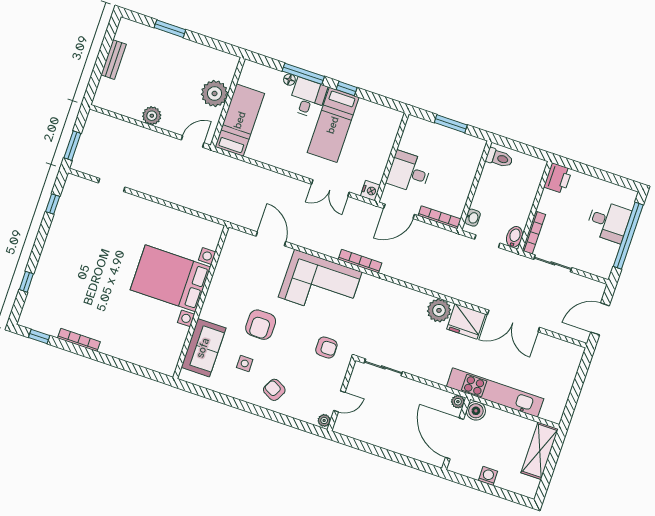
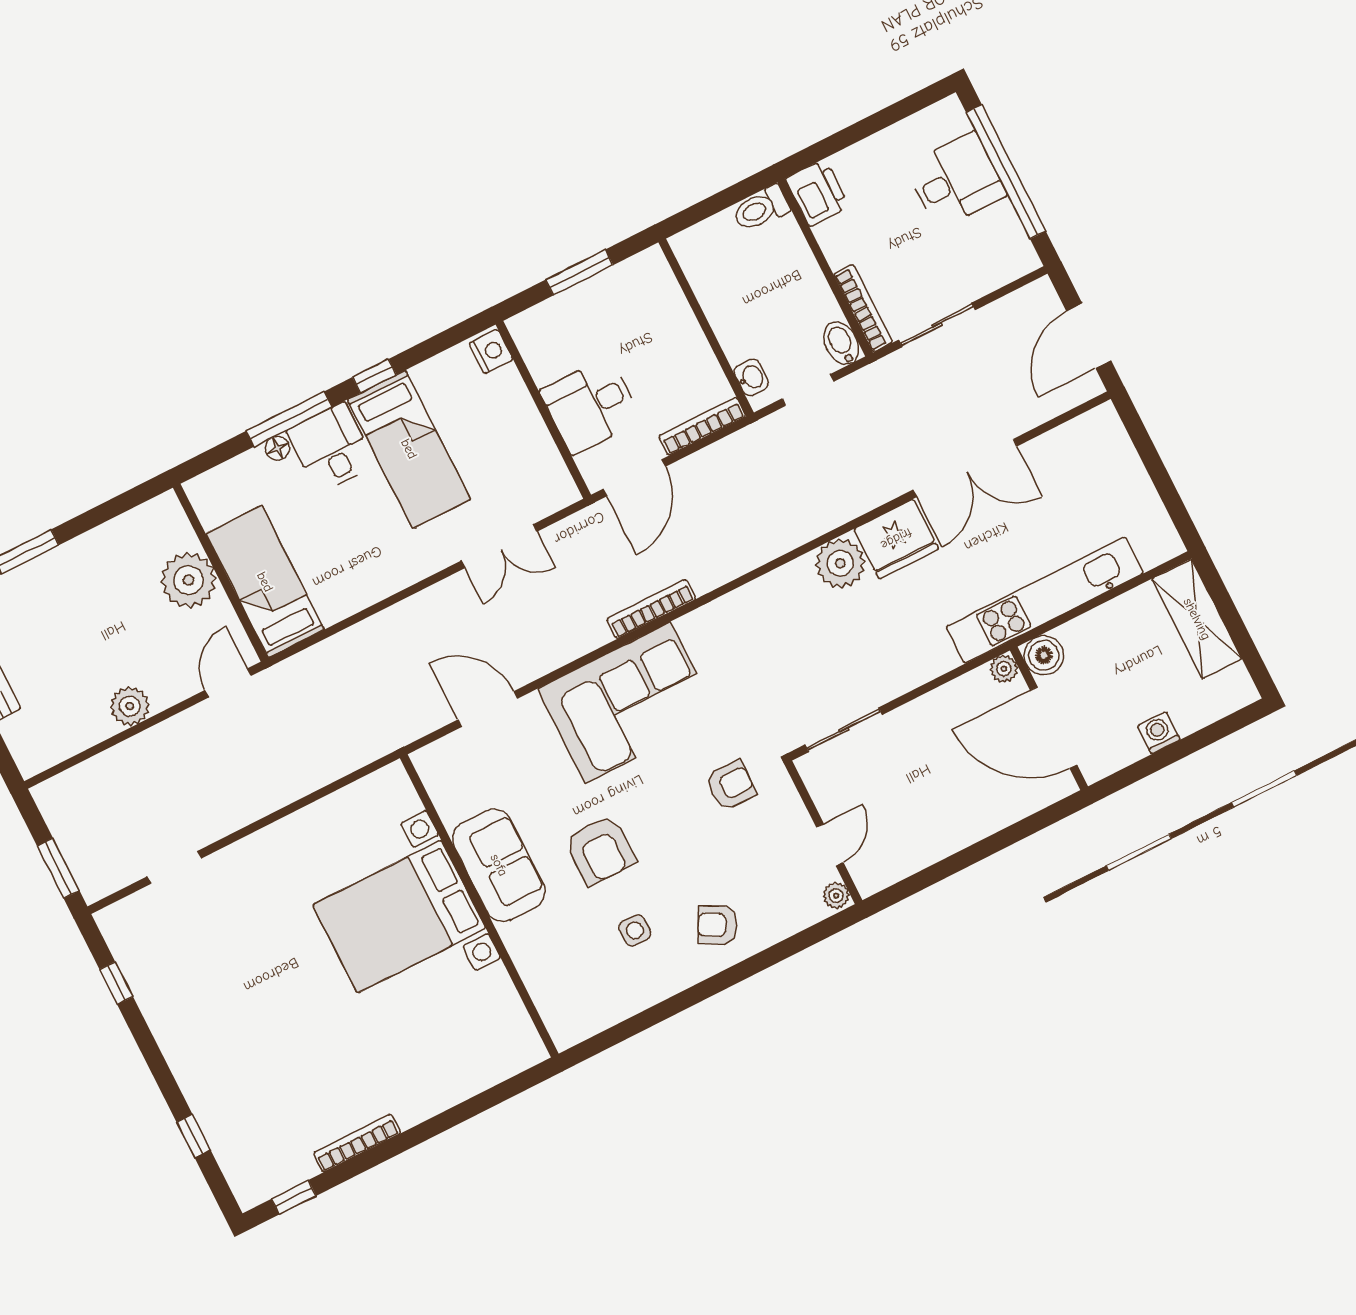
toilet: (499, 158) -> (761, 209), moved, turned 180
nightstand: (370, 191) -> (491, 351), moved
sofa: (203, 348) -> (499, 865), moved

